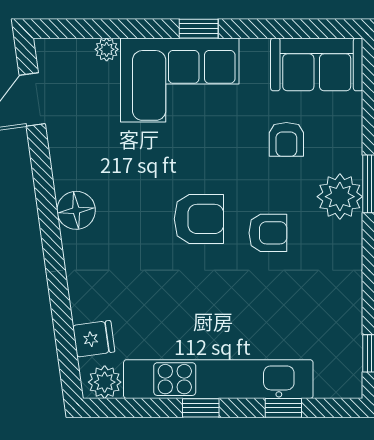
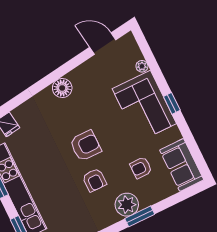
armchair: (199, 219) -> (85, 146), turned -90

